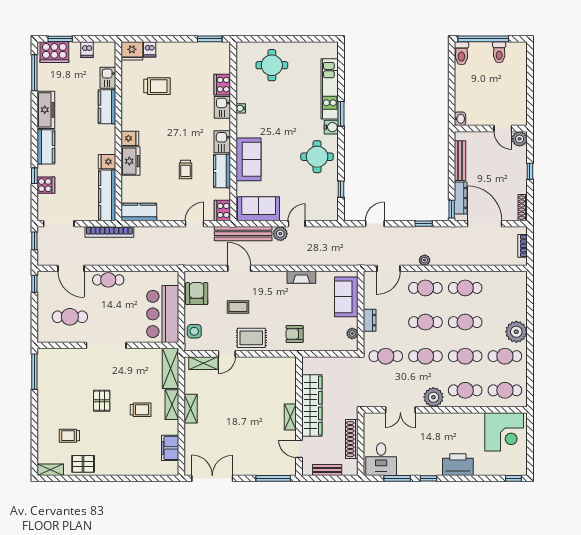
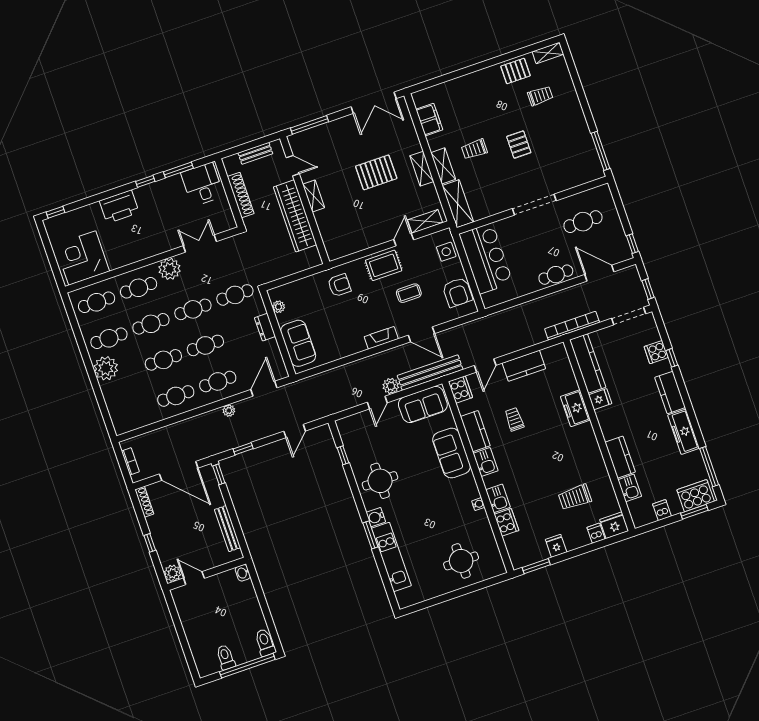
fridge: (130, 138) -> (556, 546), moved, turned 90
dresser: (461, 198) -> (213, 489), removed
kitchen counter: (139, 212) -> (524, 366), moved
fireplace: (301, 277) -> (381, 338), moved
pallet: (230, 419) -> (376, 172), added

